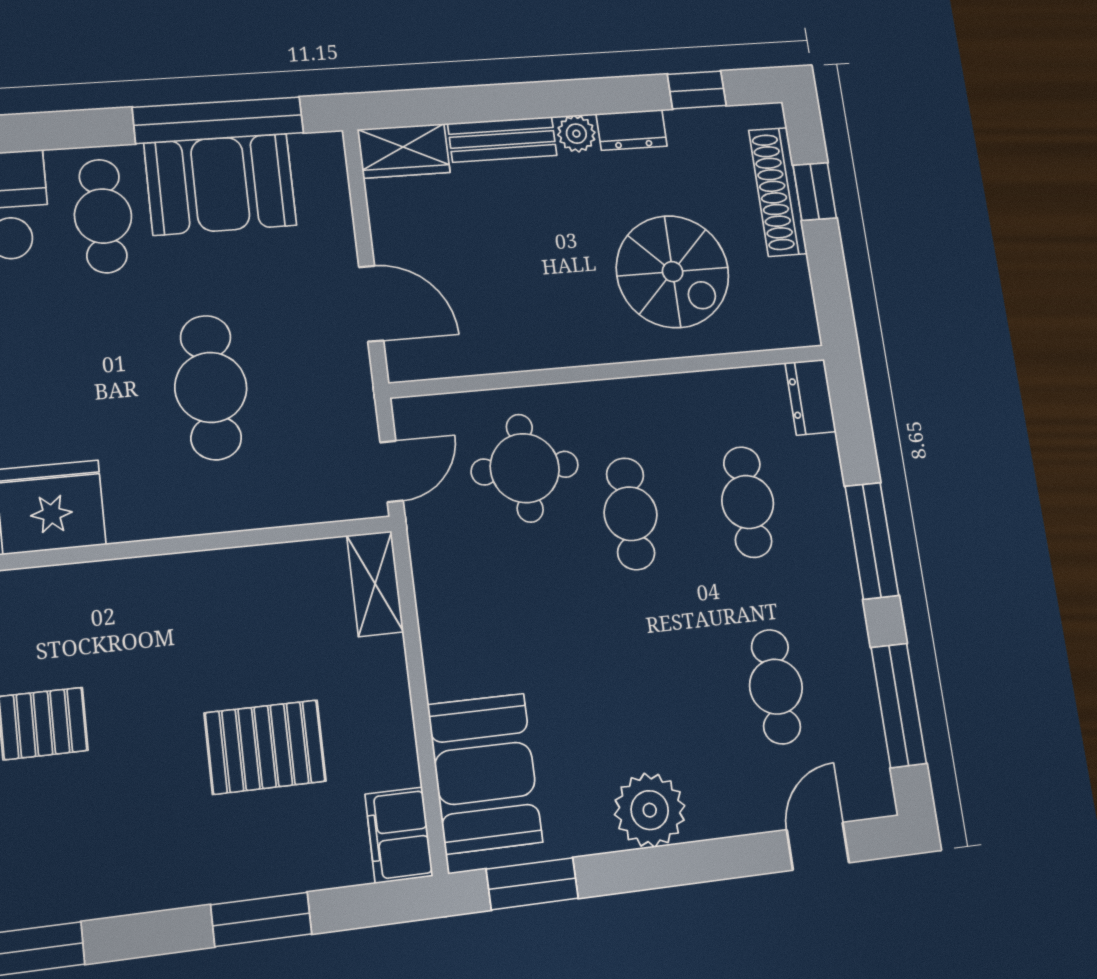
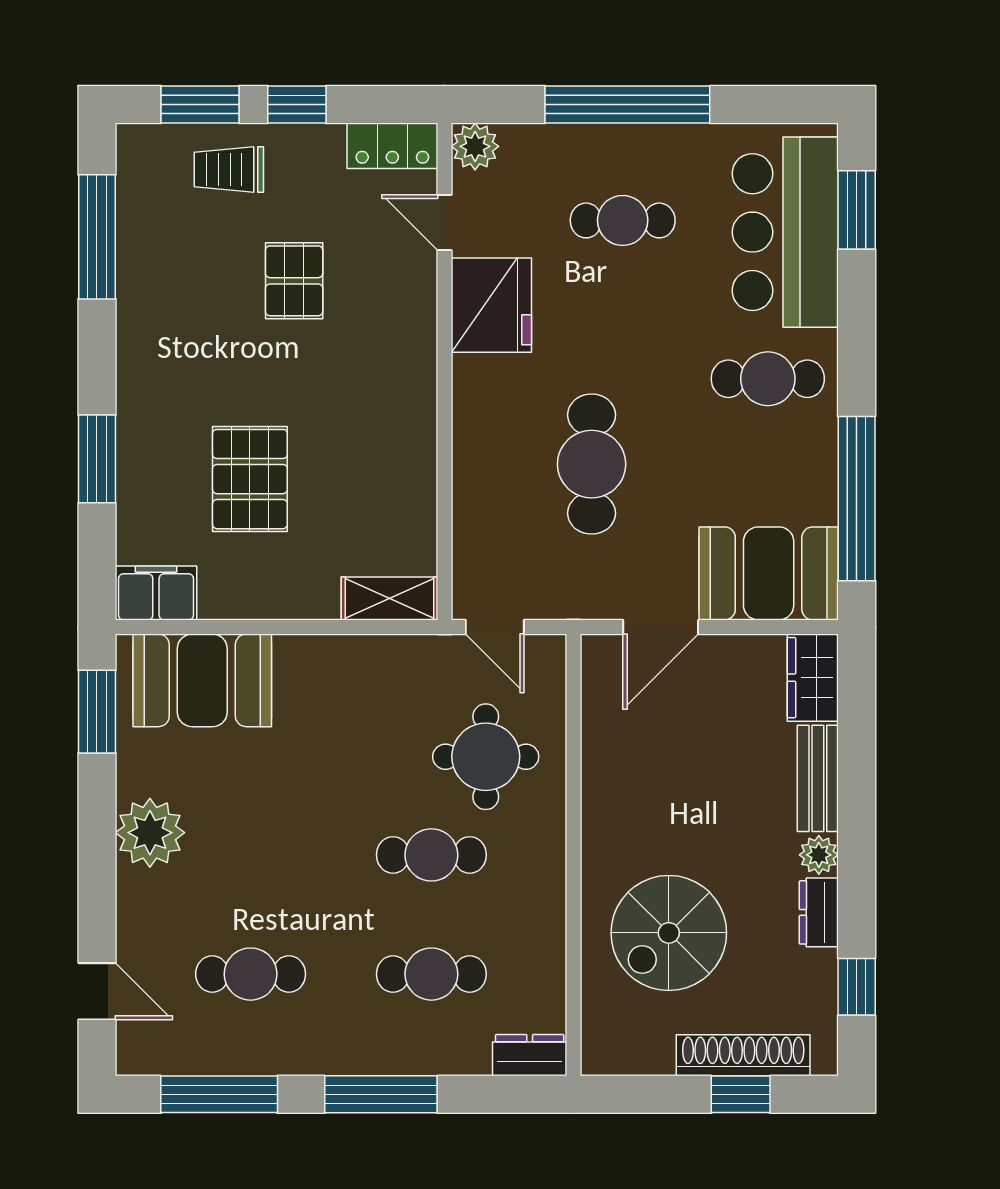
booth: (220, 184) -> (769, 573), moved, turned 90
cafe table: (211, 387) -> (592, 464), turned 90

